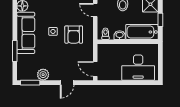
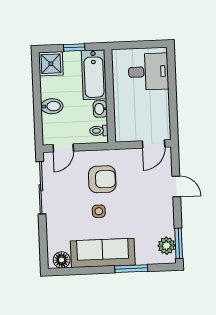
desk: (138, 68) -> (148, 72), width x0.73
plant: (43, 75) -> (166, 246), moved

